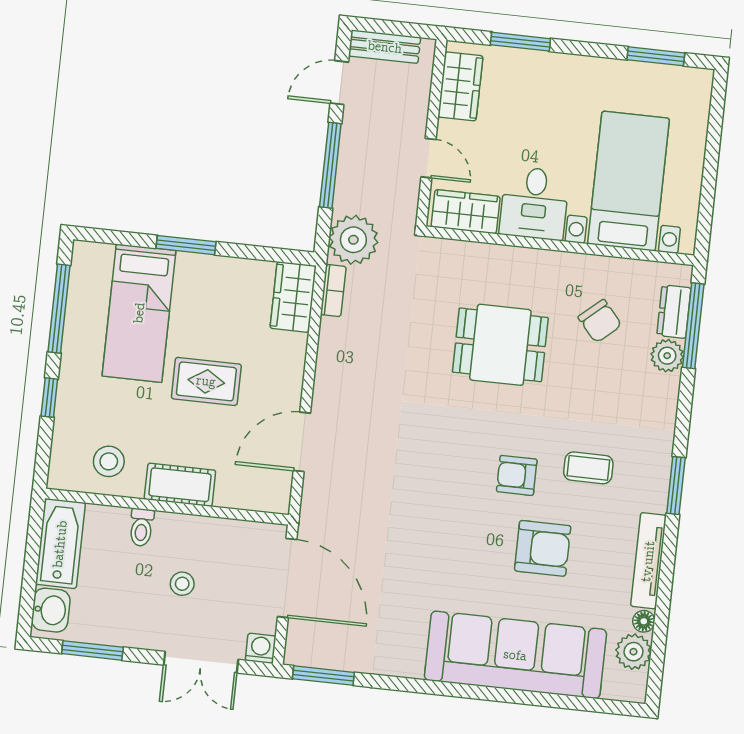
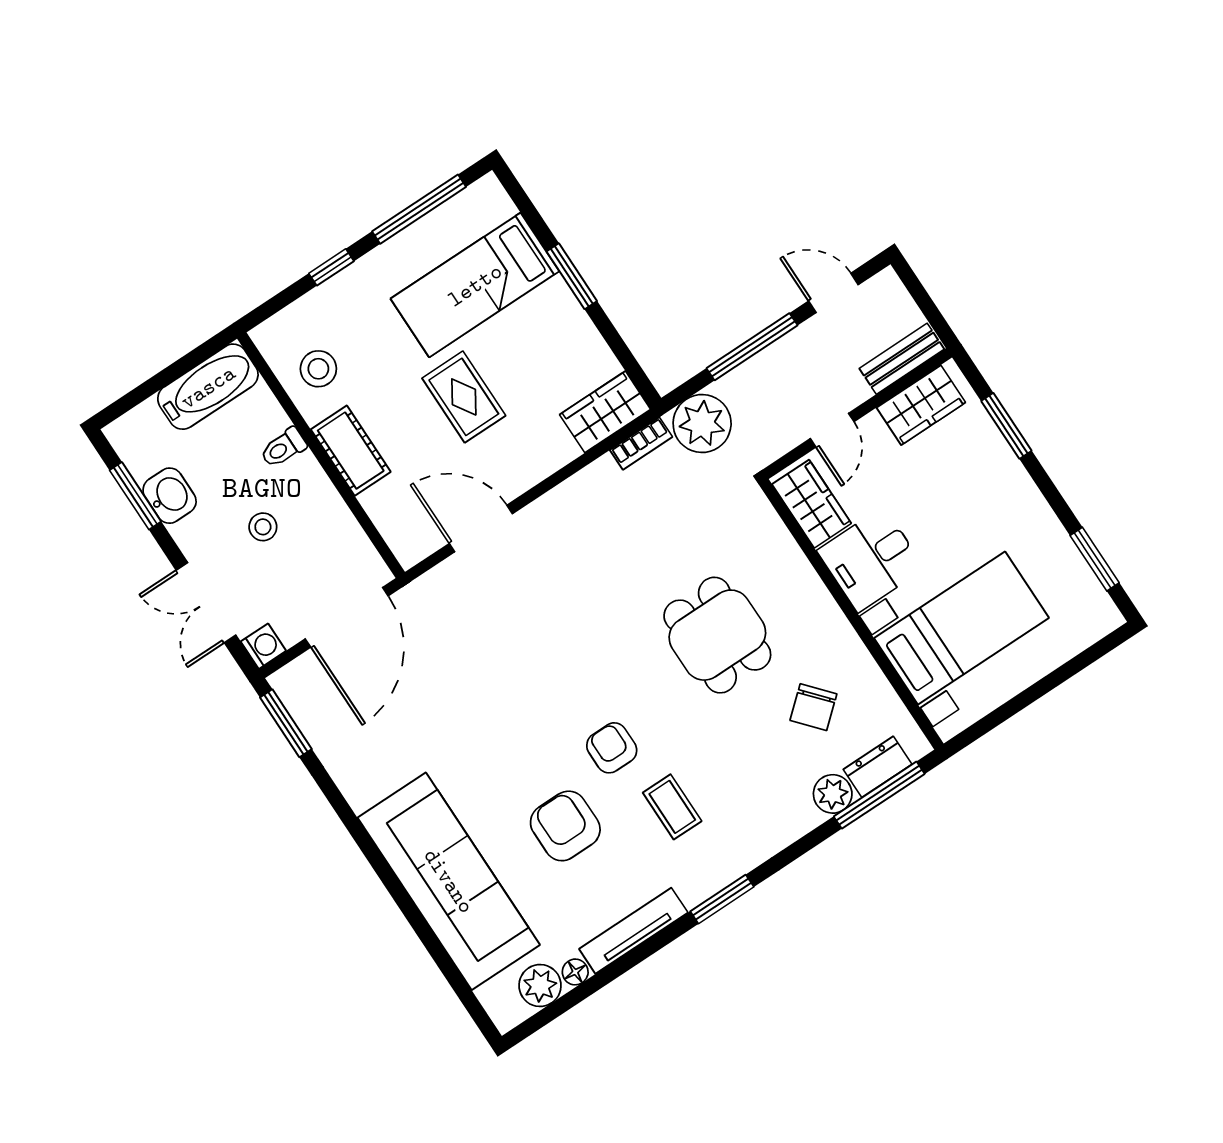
bench: (385, 47) -> (902, 359), moved, turned 90
armchair: (543, 548) -> (565, 826), turned 180
washbasin: (51, 610) -> (170, 496), moved, turned -90

